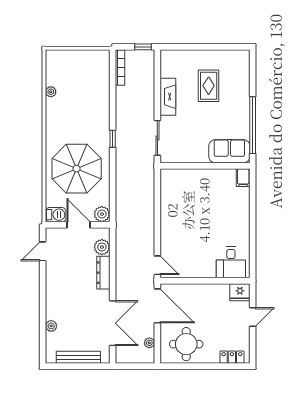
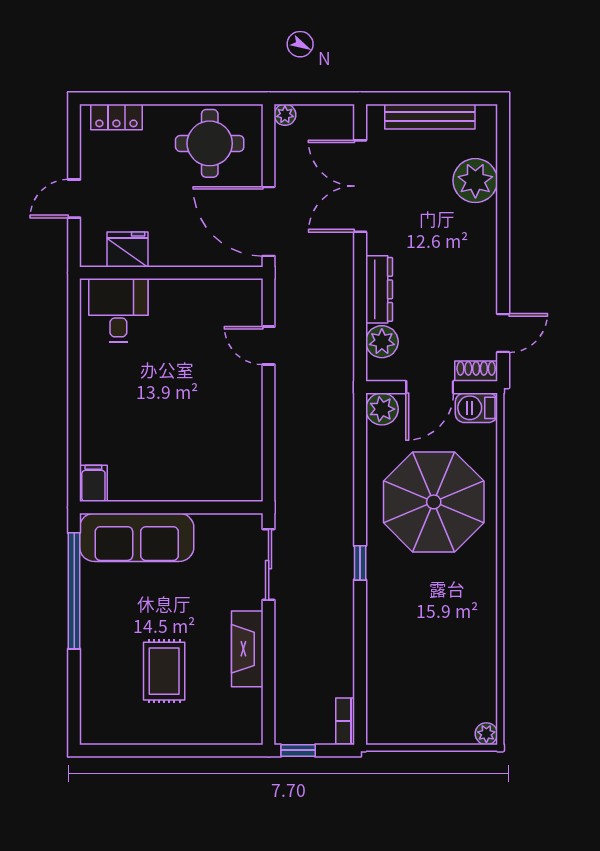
bookcase: (120, 68) -> (345, 721), width x0.64
plant: (51, 92) -> (486, 734), moved
sofa: (229, 151) -> (137, 537), width x1.36
door: (79, 225) -> (430, 387), hinge flipped
shoe rack: (56, 233) -> (476, 371), added
door: (157, 265) -> (269, 346), moved
fridge: (240, 292) -> (128, 250), moved
plant: (51, 326) -> (475, 181), width x1.87, depth x1.87
plant: (149, 343) -> (285, 115), moved

